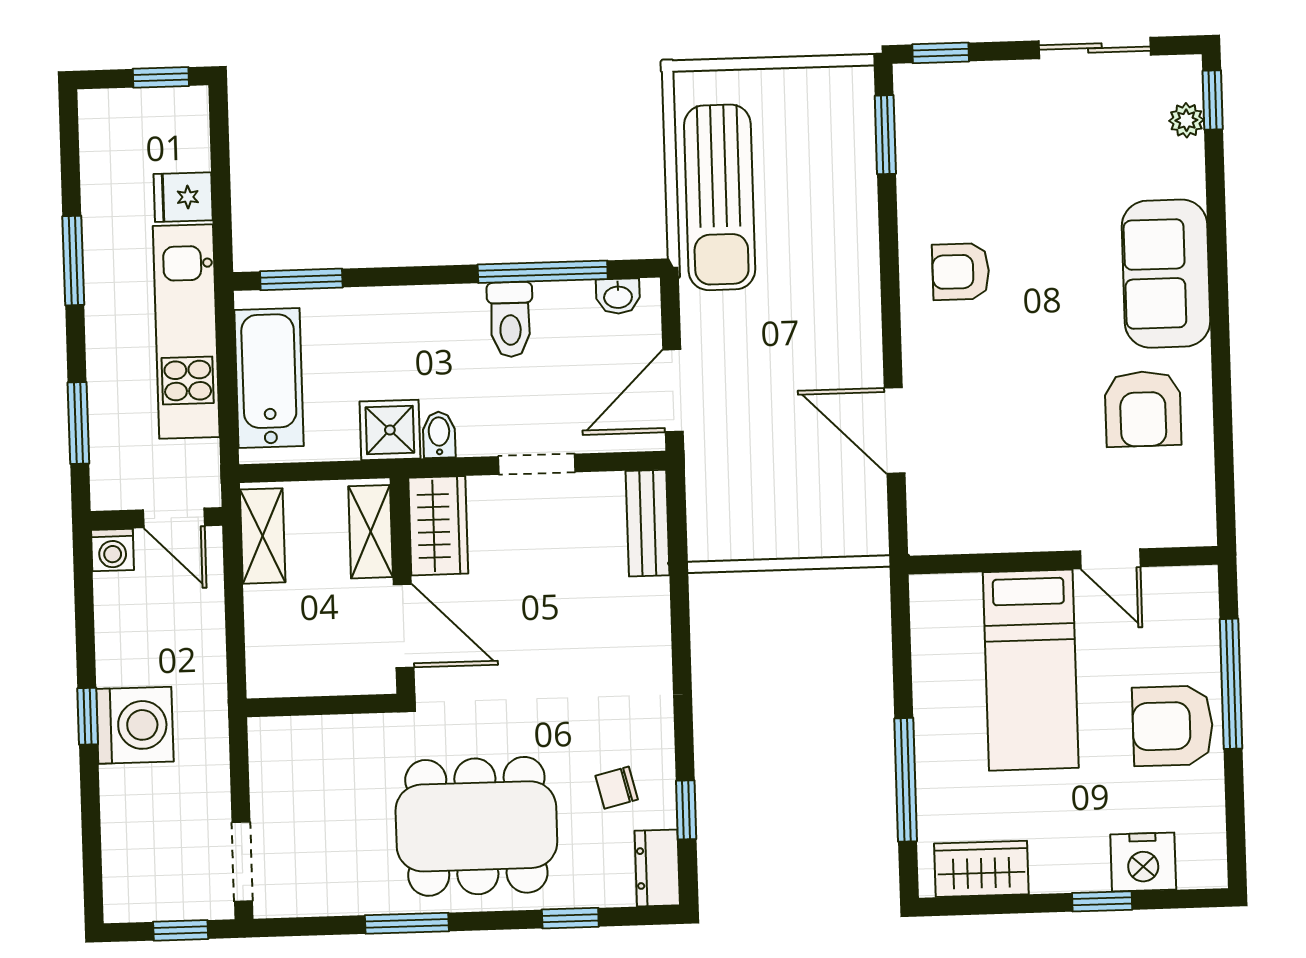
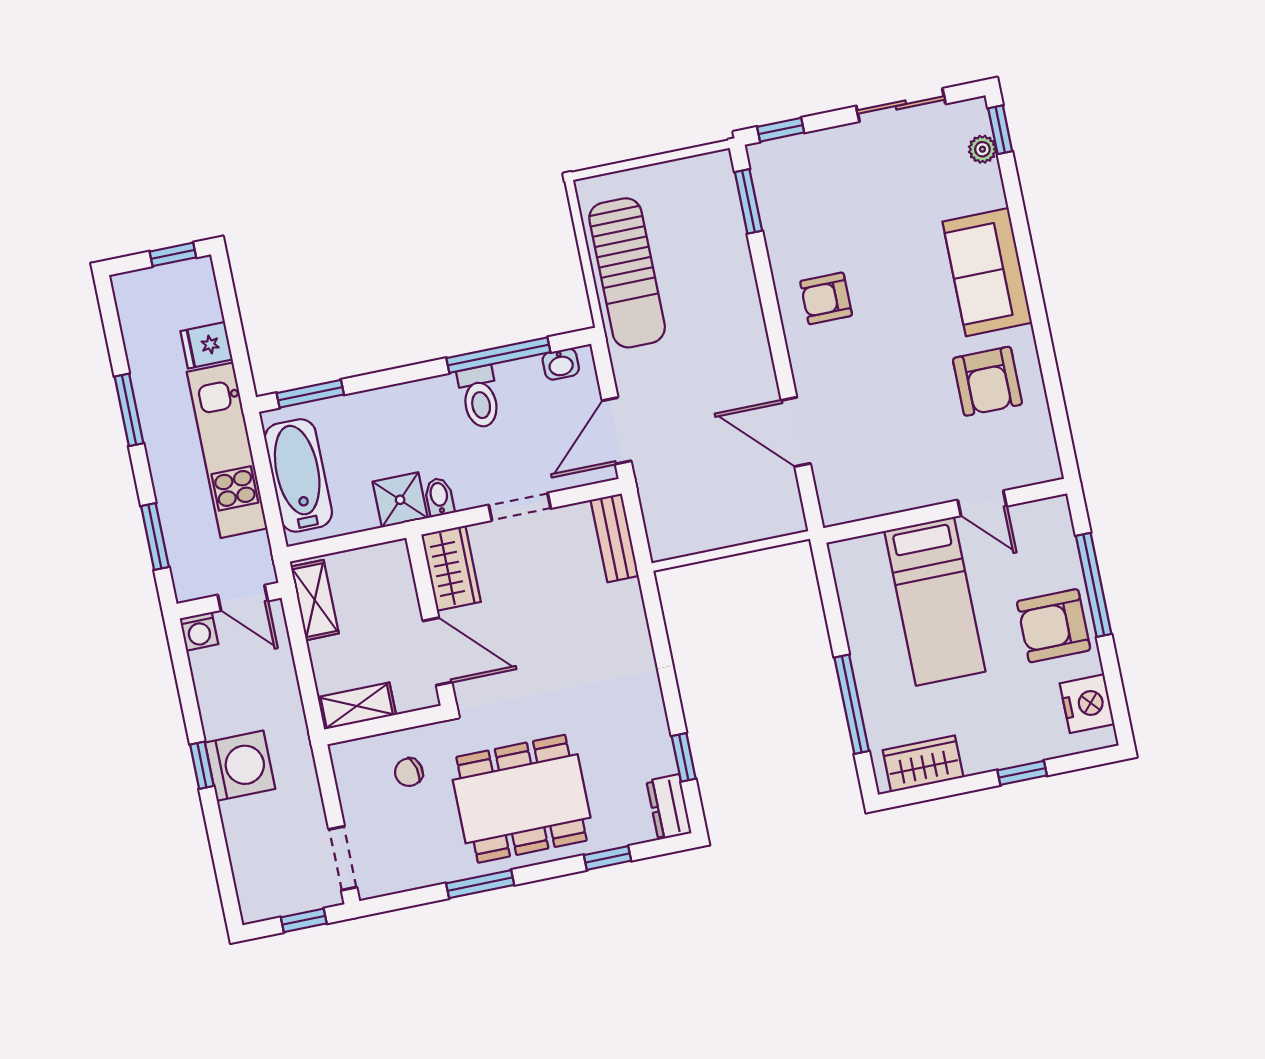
shelving: (371, 532) -> (357, 706), moved, turned 90
chair: (617, 788) -> (409, 772), moved
nightstand: (1143, 862) -> (1087, 704), moved, turned -90

